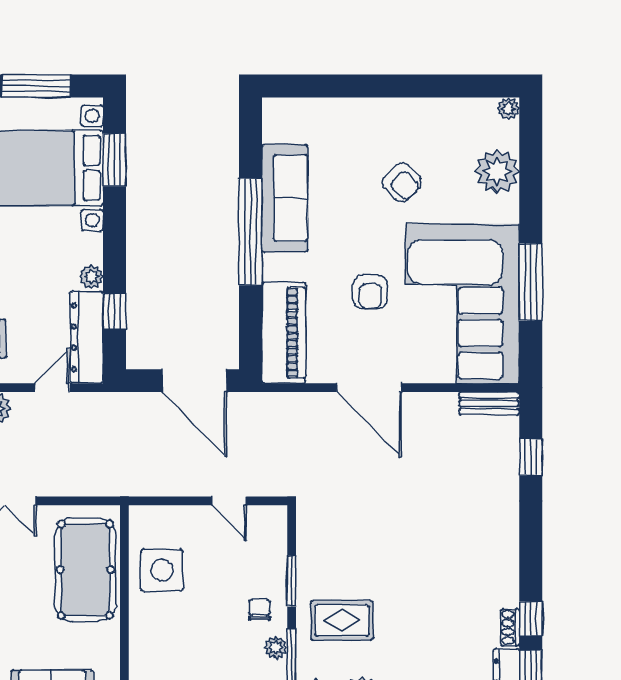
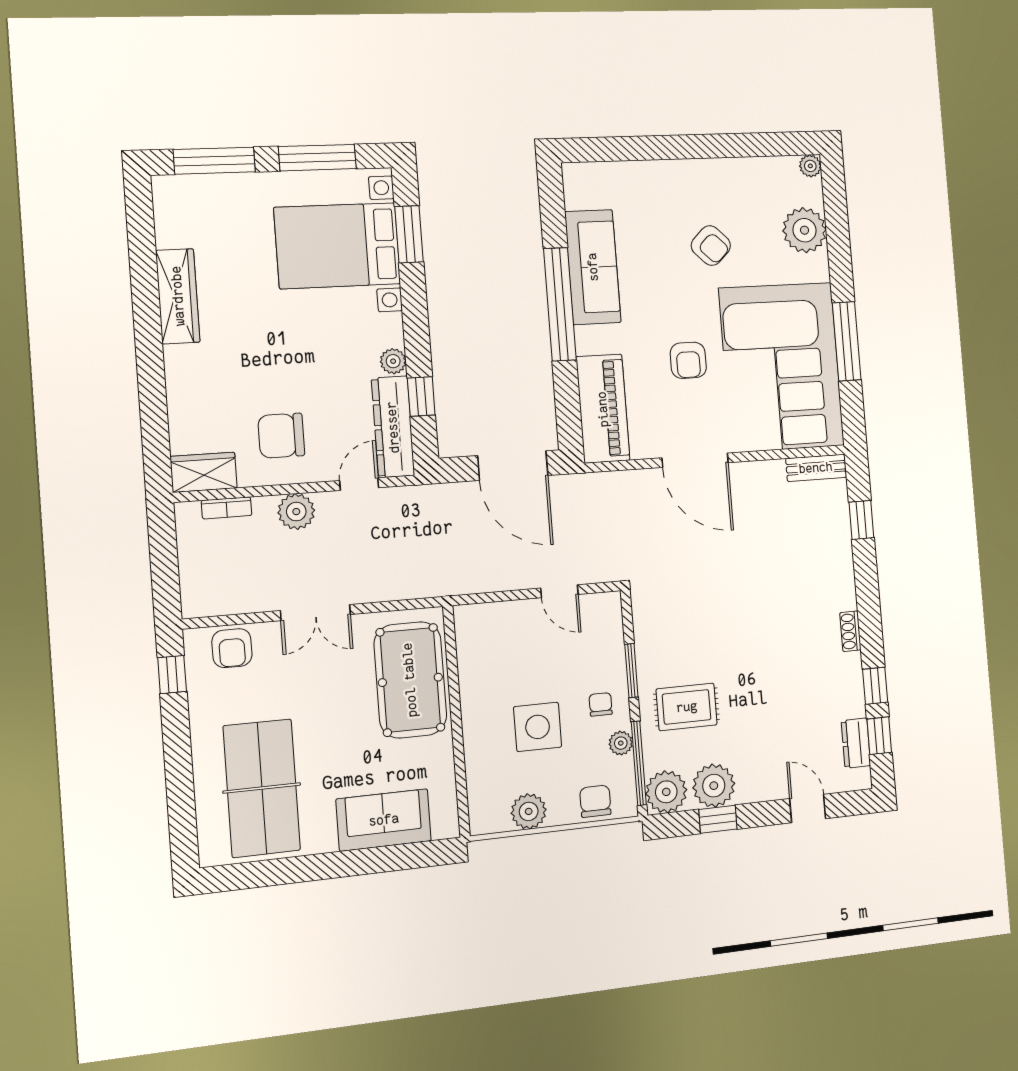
side table: (162, 570) -> (538, 727), moved
shoe rack: (510, 627) -> (850, 631), moved

